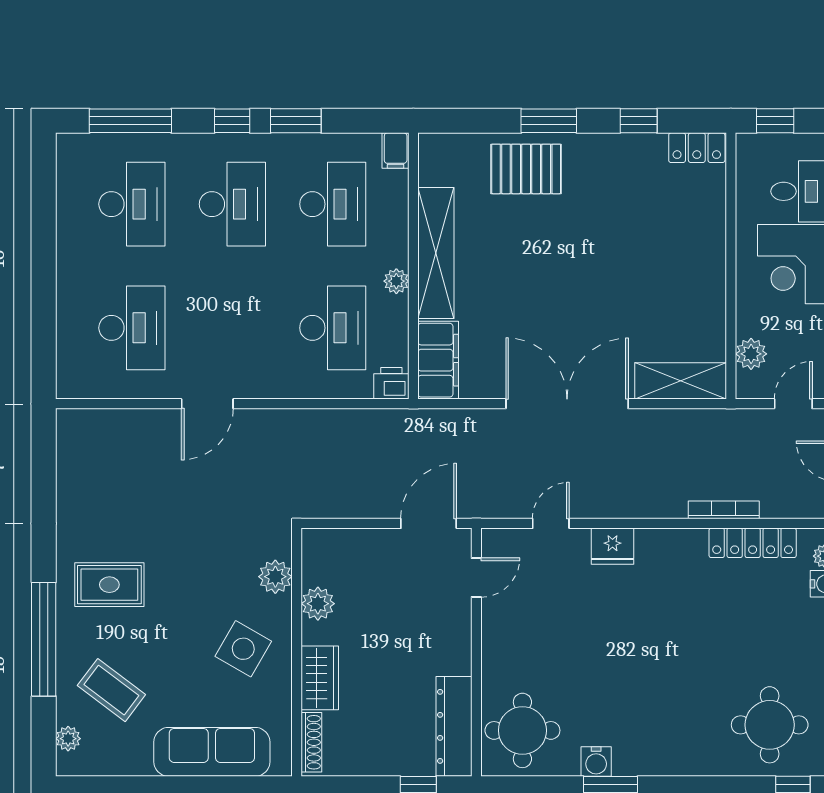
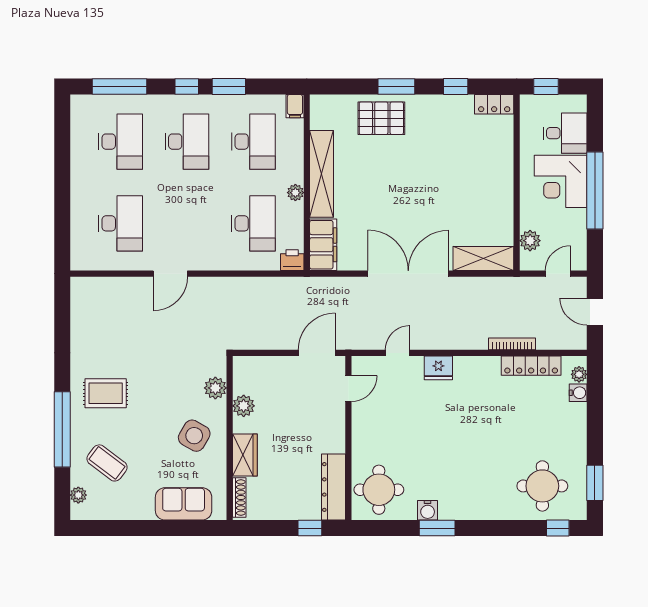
sofa: (212, 752) -> (184, 504), width x0.73

